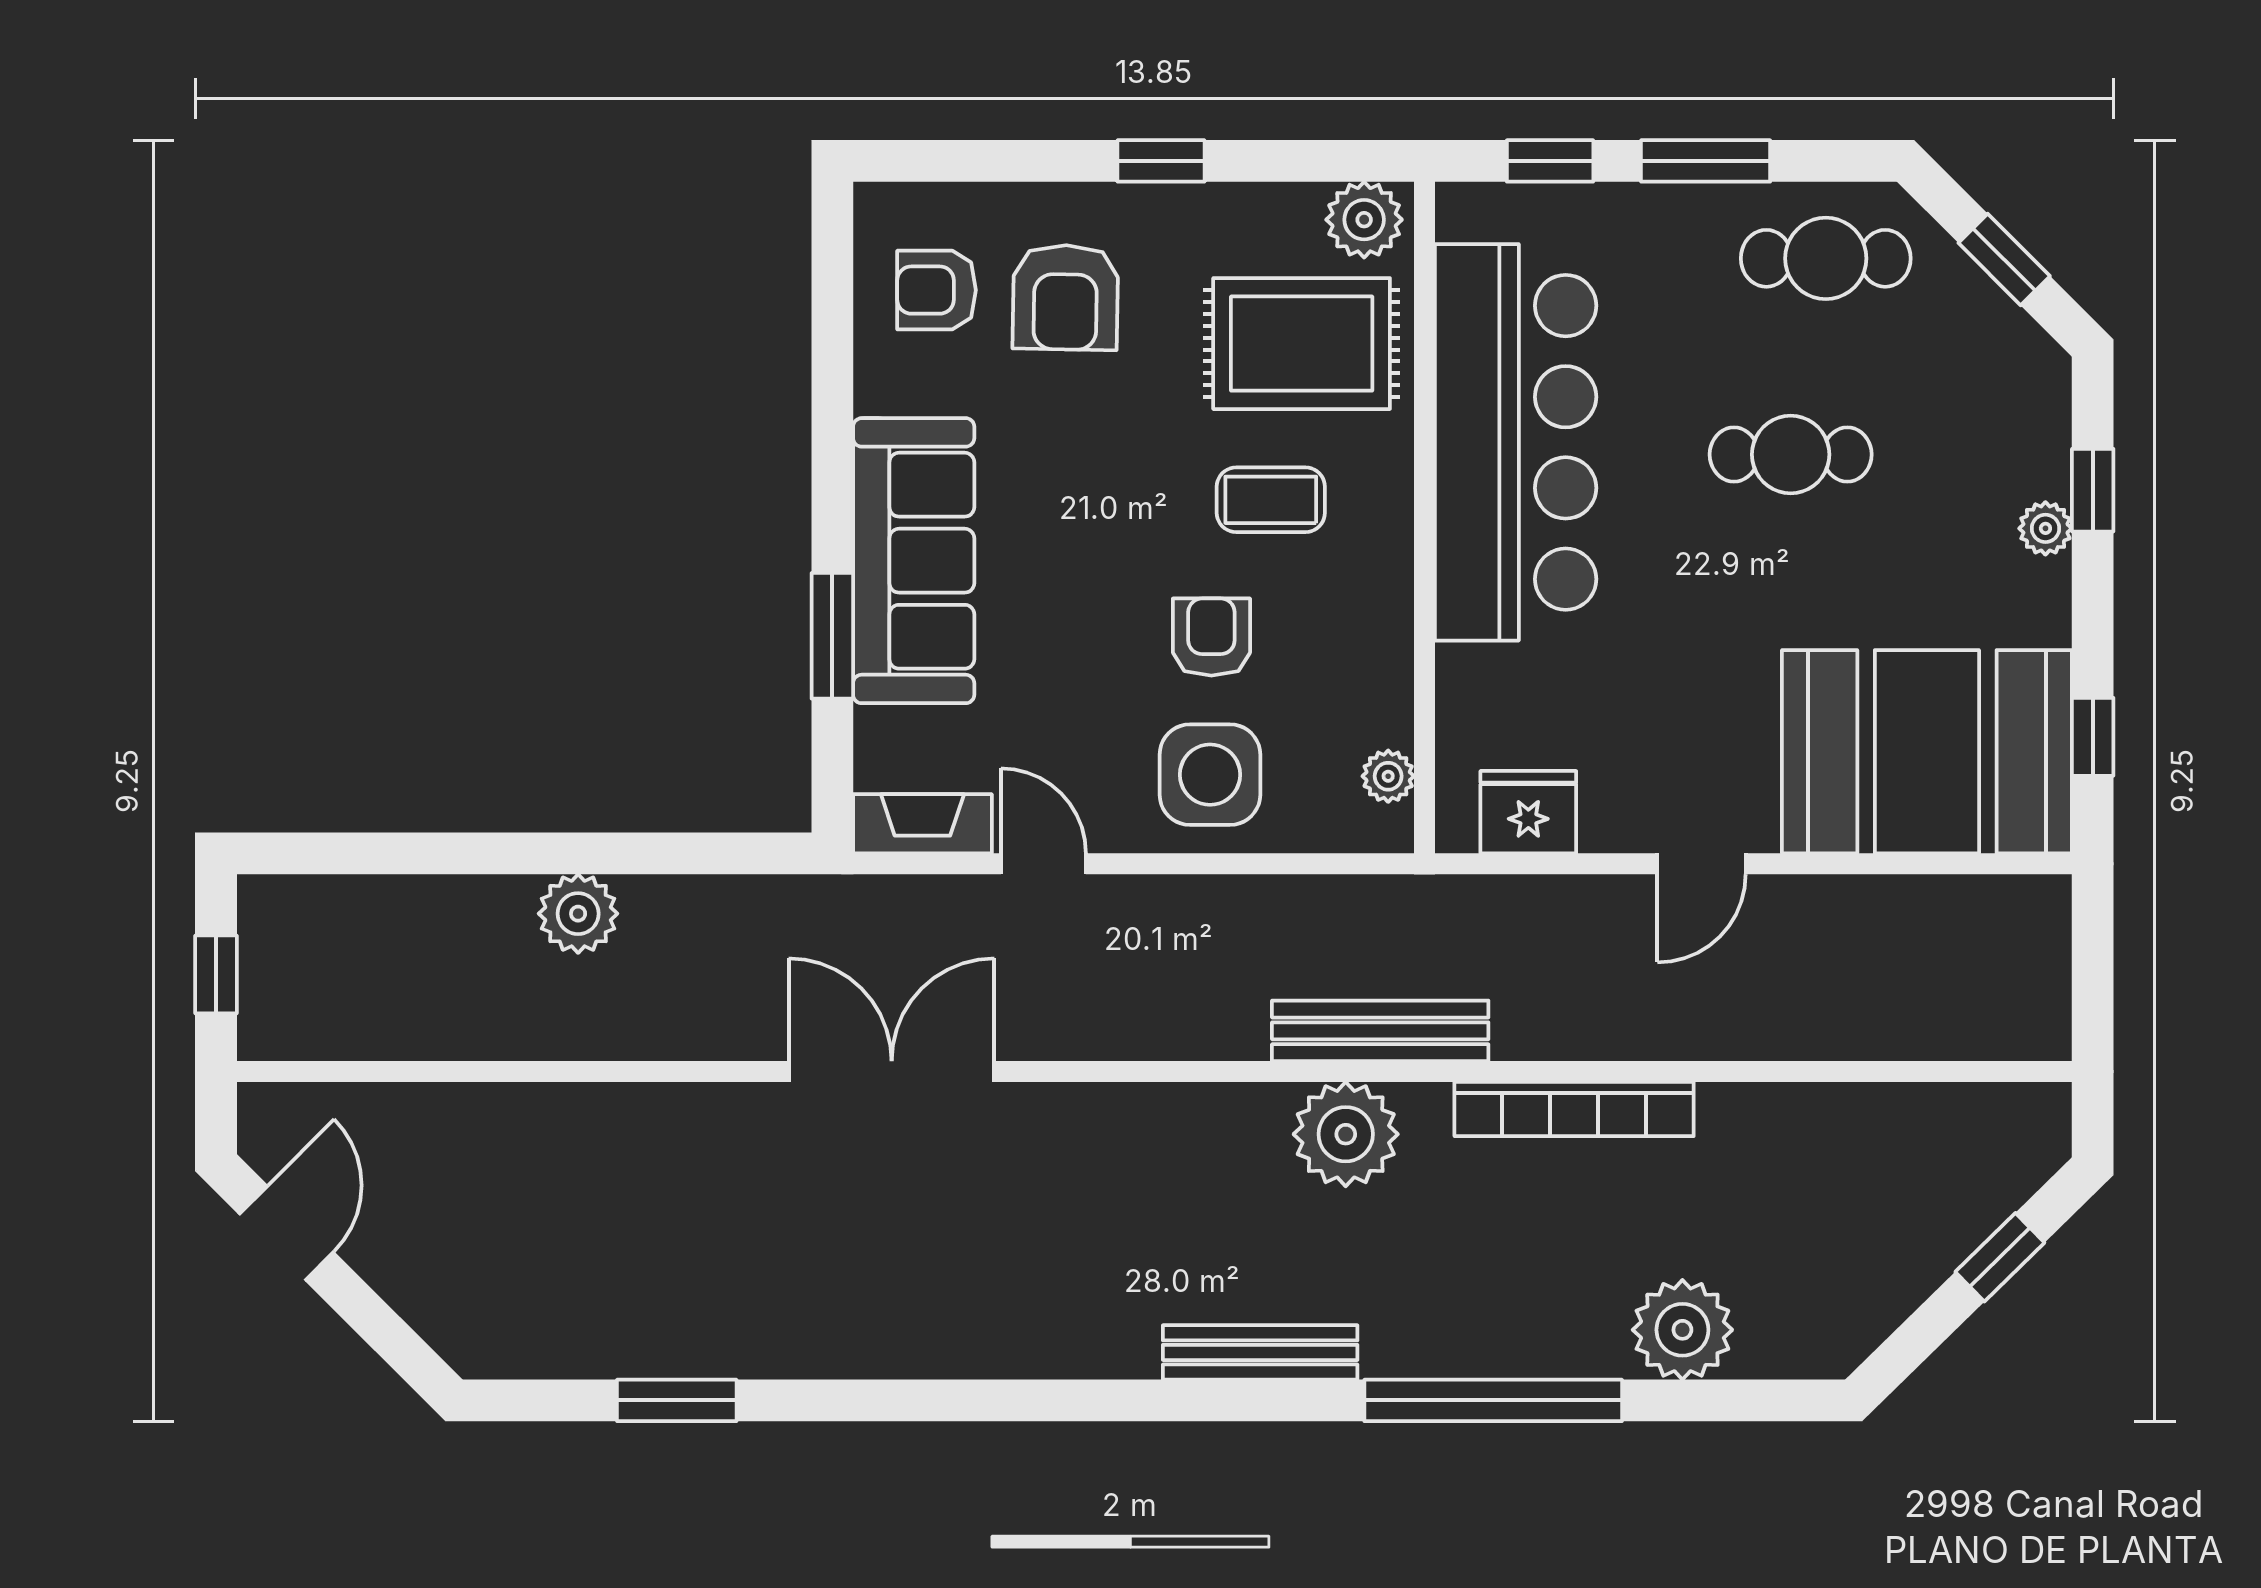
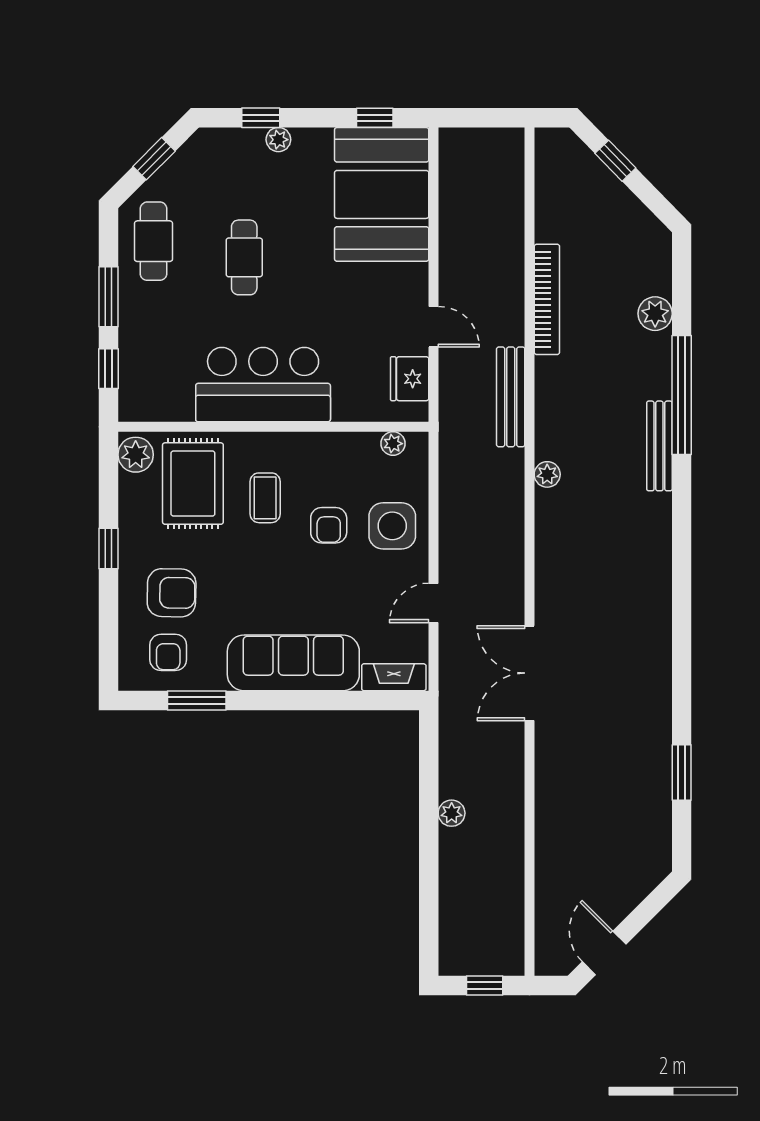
bar counter: (1516, 442) -> (263, 385), width x0.73
window: (832, 636) -> (197, 701), moved
armchair: (1211, 637) -> (329, 525), turned -90
fireplace: (922, 824) -> (394, 677), moved, turned 90
door: (1702, 864) -> (433, 327), moved
plant: (578, 914) -> (452, 813), width x0.73, depth x0.73
bench: (1380, 1031) -> (511, 397), moved
bookcase: (1574, 1109) -> (547, 299), moved
plant: (1346, 1134) -> (547, 474), width x0.53, depth x0.53
door: (286, 1233) -> (604, 953), hinge flipped
plant: (1682, 1330) -> (655, 314), width x0.73, depth x0.73
bench: (1260, 1352) -> (659, 446), moved

